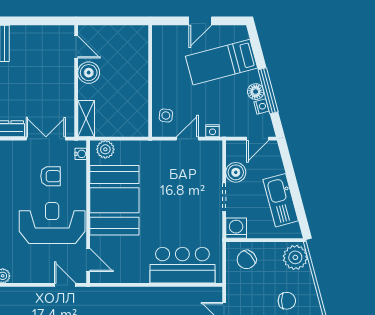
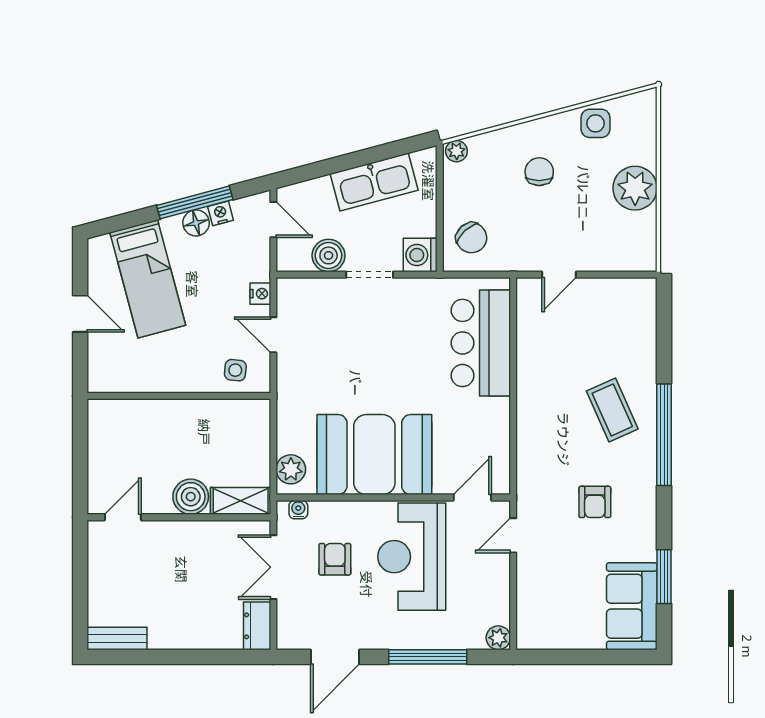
boiler: (89, 73) -> (191, 497), moved
plant: (295, 257) -> (456, 151), width x0.53, depth x0.53

